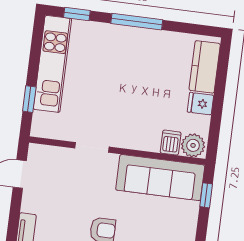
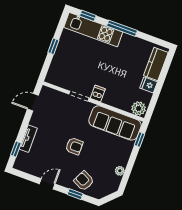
kitchen unit: (52, 64) -> (93, 30), moved, turned 90
window: (29, 99) -> (53, 46), moved
dishwasher: (171, 143) -> (98, 94), moved

